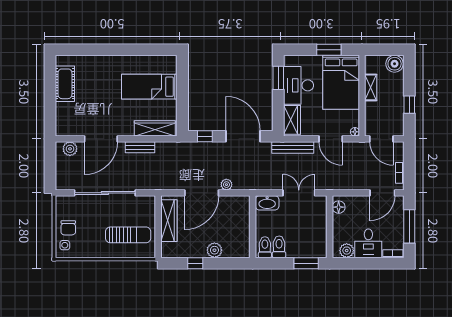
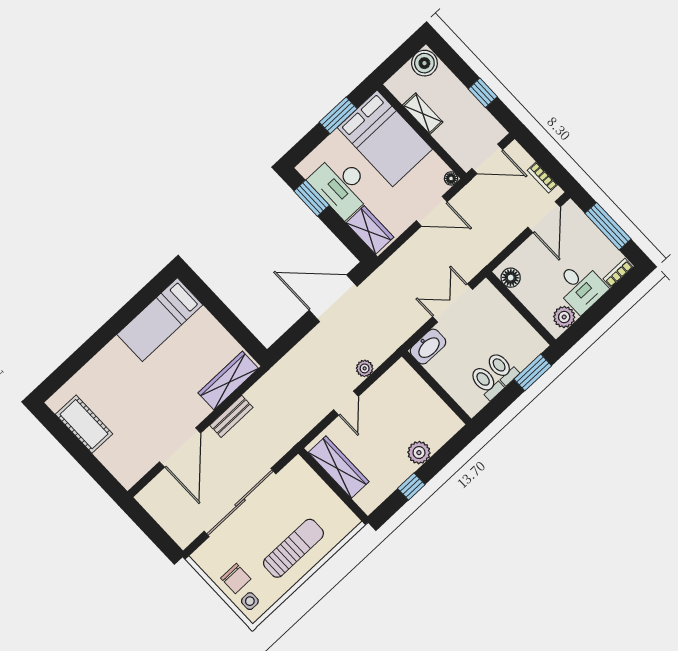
bed: (149, 87) -> (160, 320), moved
window: (205, 136) -> (291, 338), removed
bench: (293, 147) -> (399, 260), removed
plant: (70, 149) -> (156, 490), removed
door: (202, 193) -> (346, 403), width x0.53
sun lounger: (128, 235) -> (293, 548), moved
toilet: (265, 247) -> (502, 368), moved

